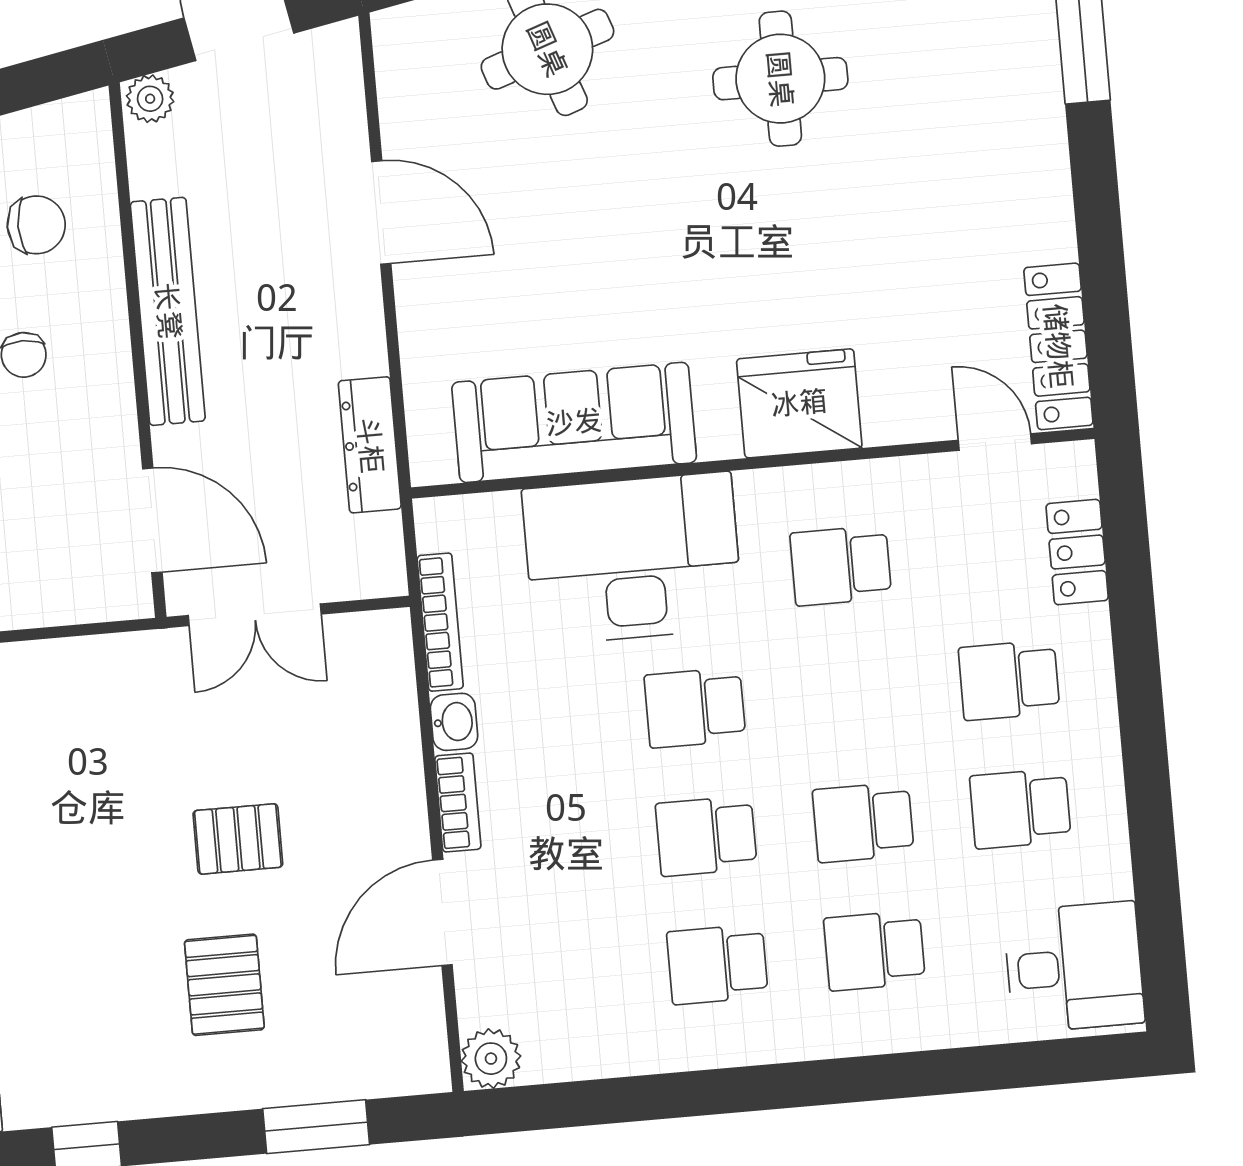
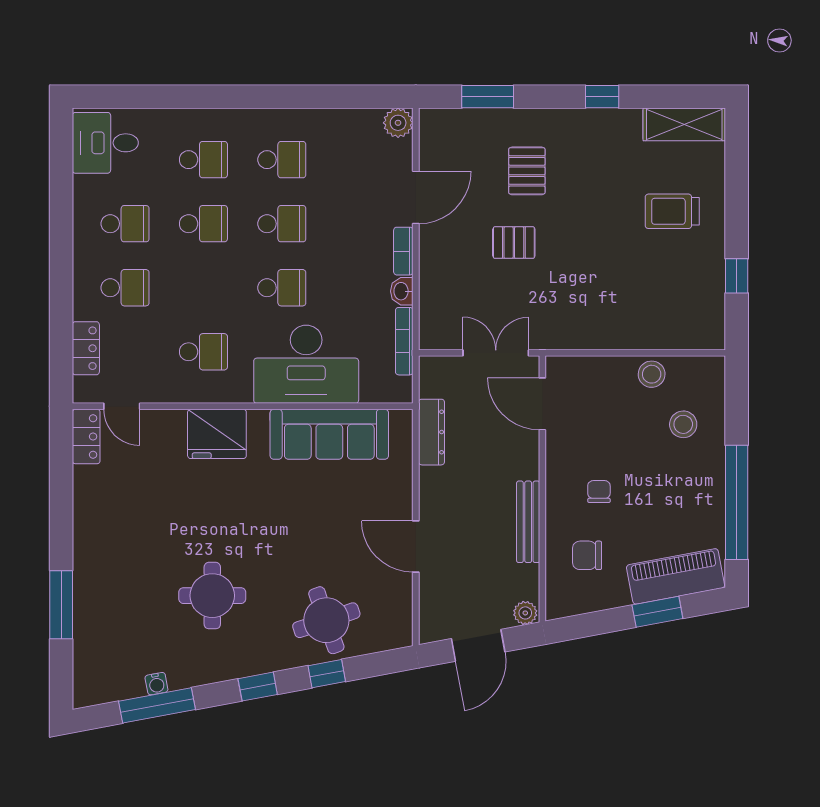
bench: (168, 311) -> (528, 522), width x0.73, depth x0.82
locker: (1058, 346) -> (86, 437), width x0.66

